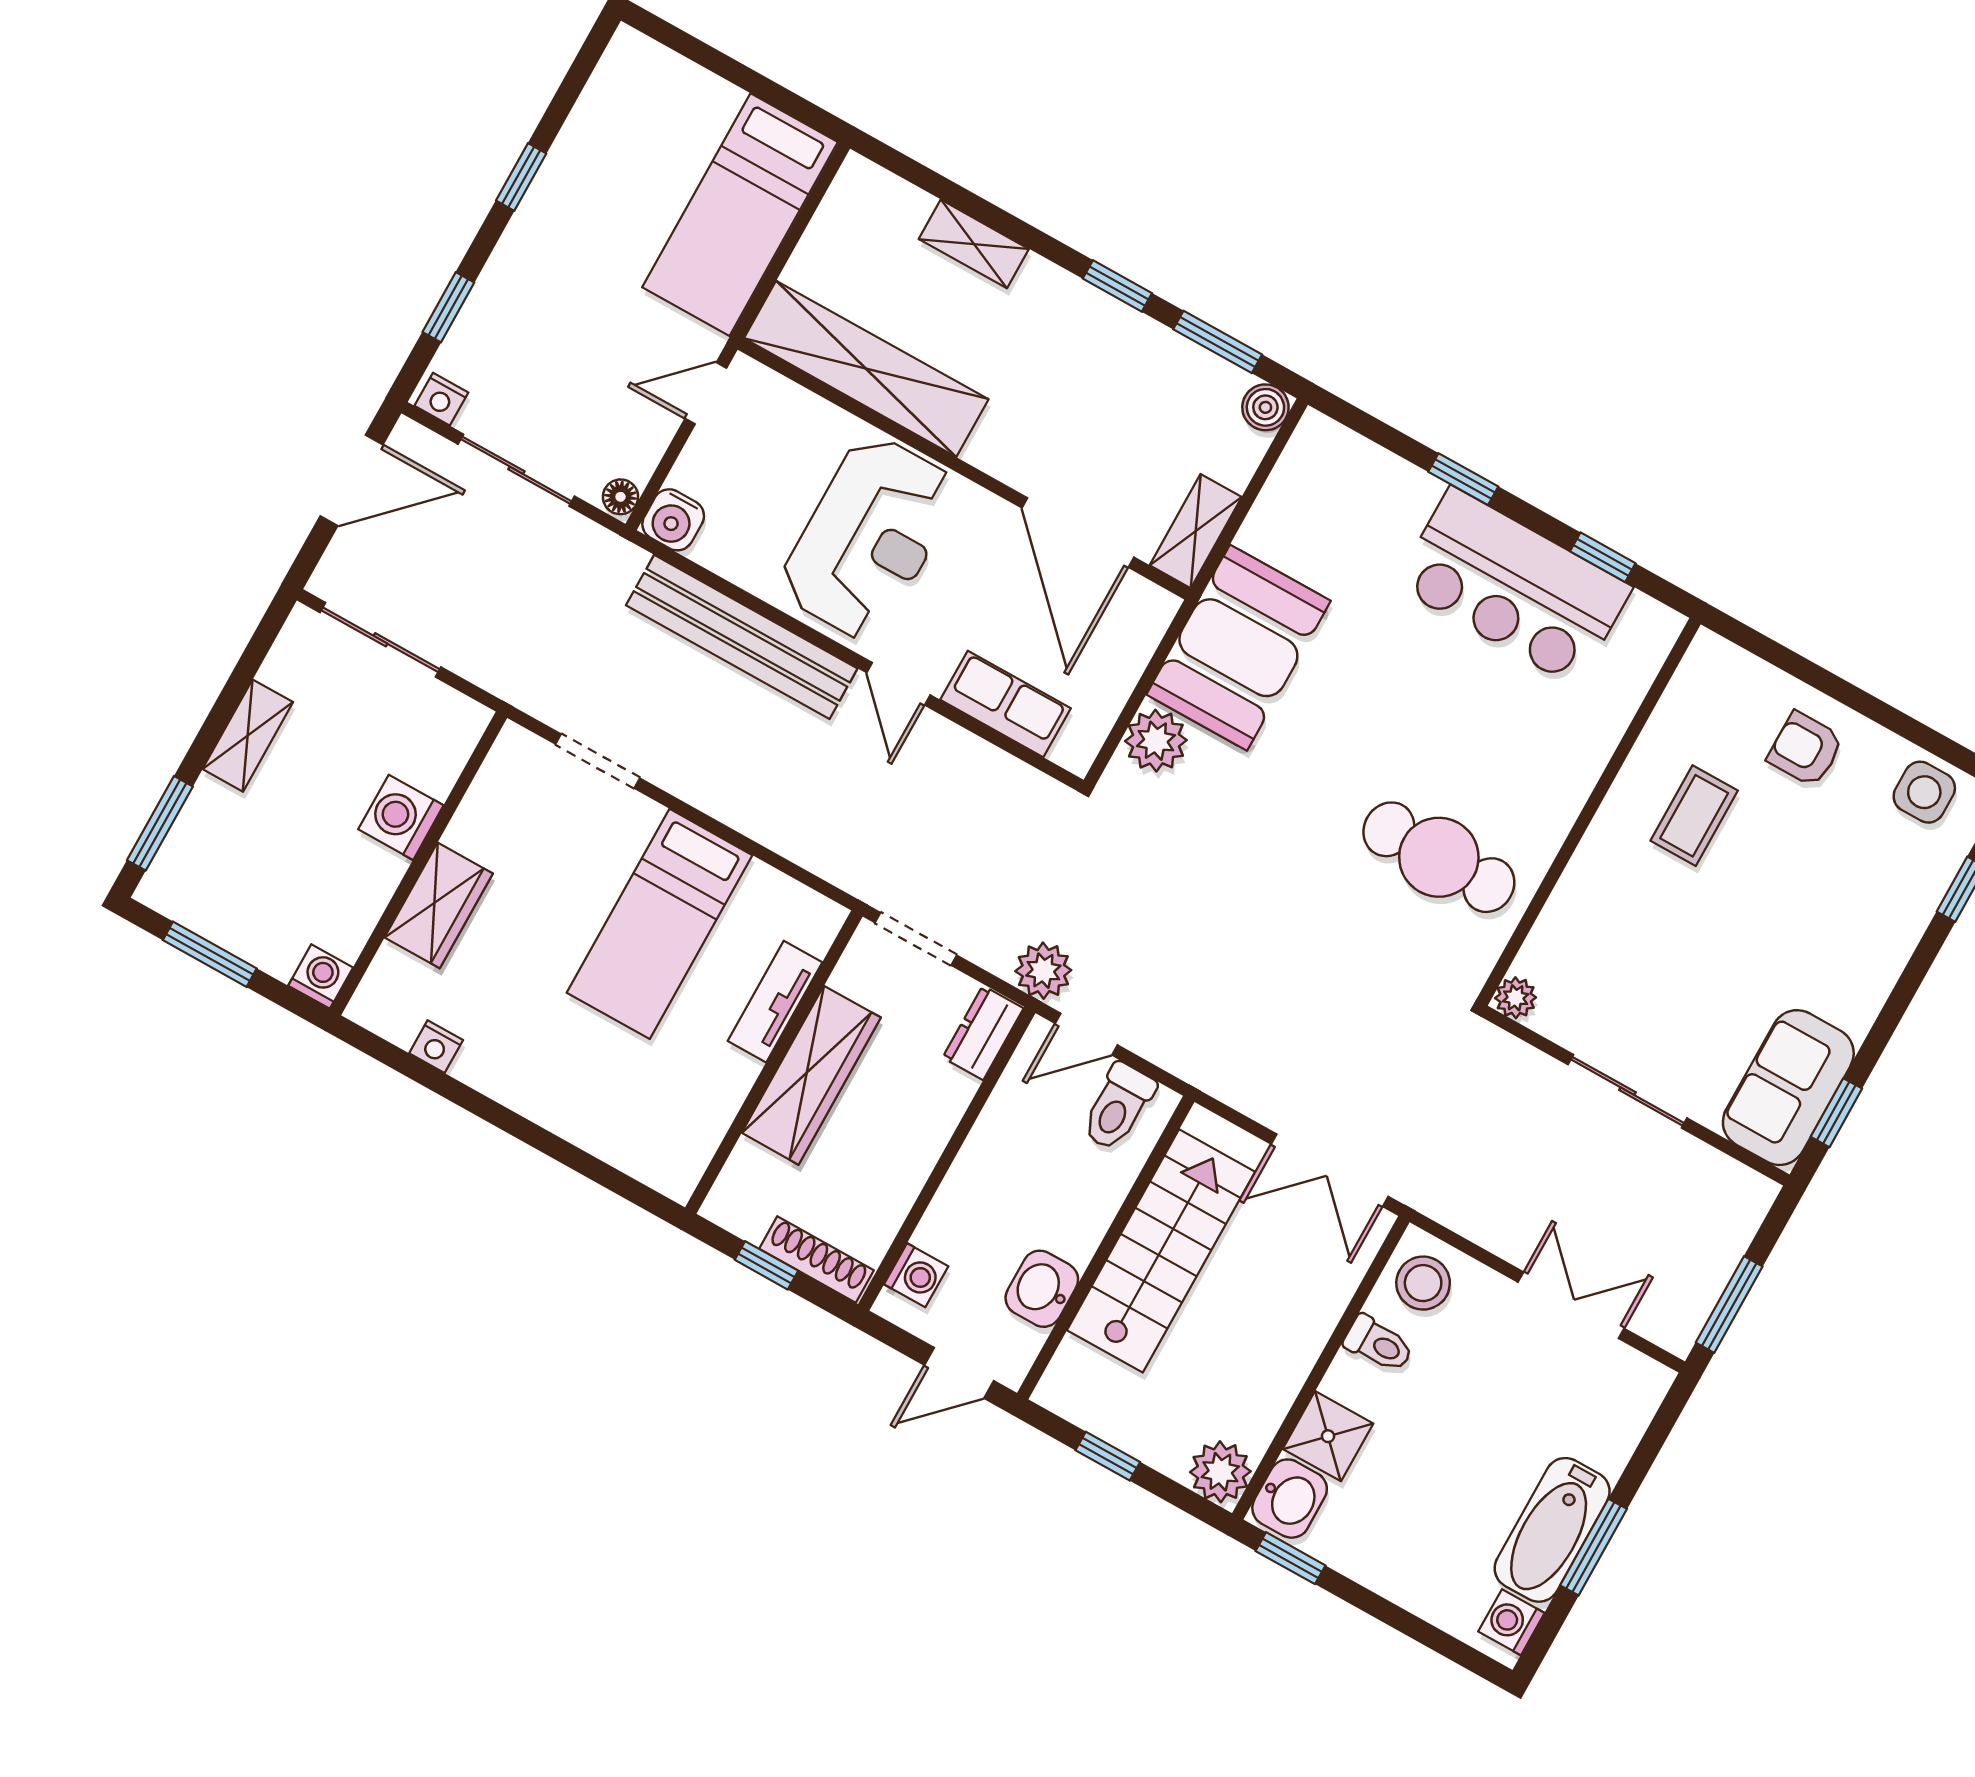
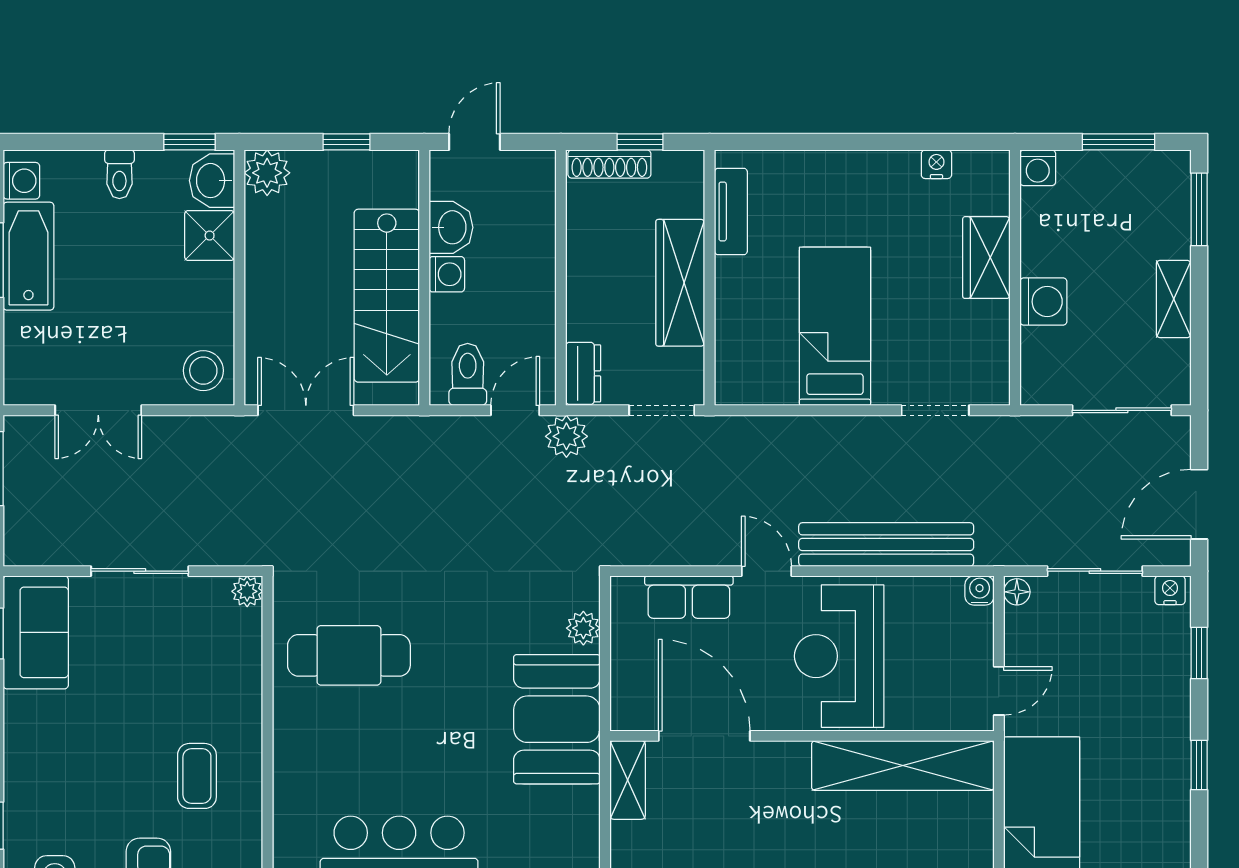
water cooler: (673, 520) -> (980, 590), width x0.72, depth x0.72
plant: (1156, 741) -> (583, 628), width x0.73, depth x0.73
tv unit: (775, 1002) -> (731, 211), moved
washing machine: (916, 1275) -> (447, 274), moved, turned 180
toilet: (1379, 1344) -> (119, 174), moved, turned -90

